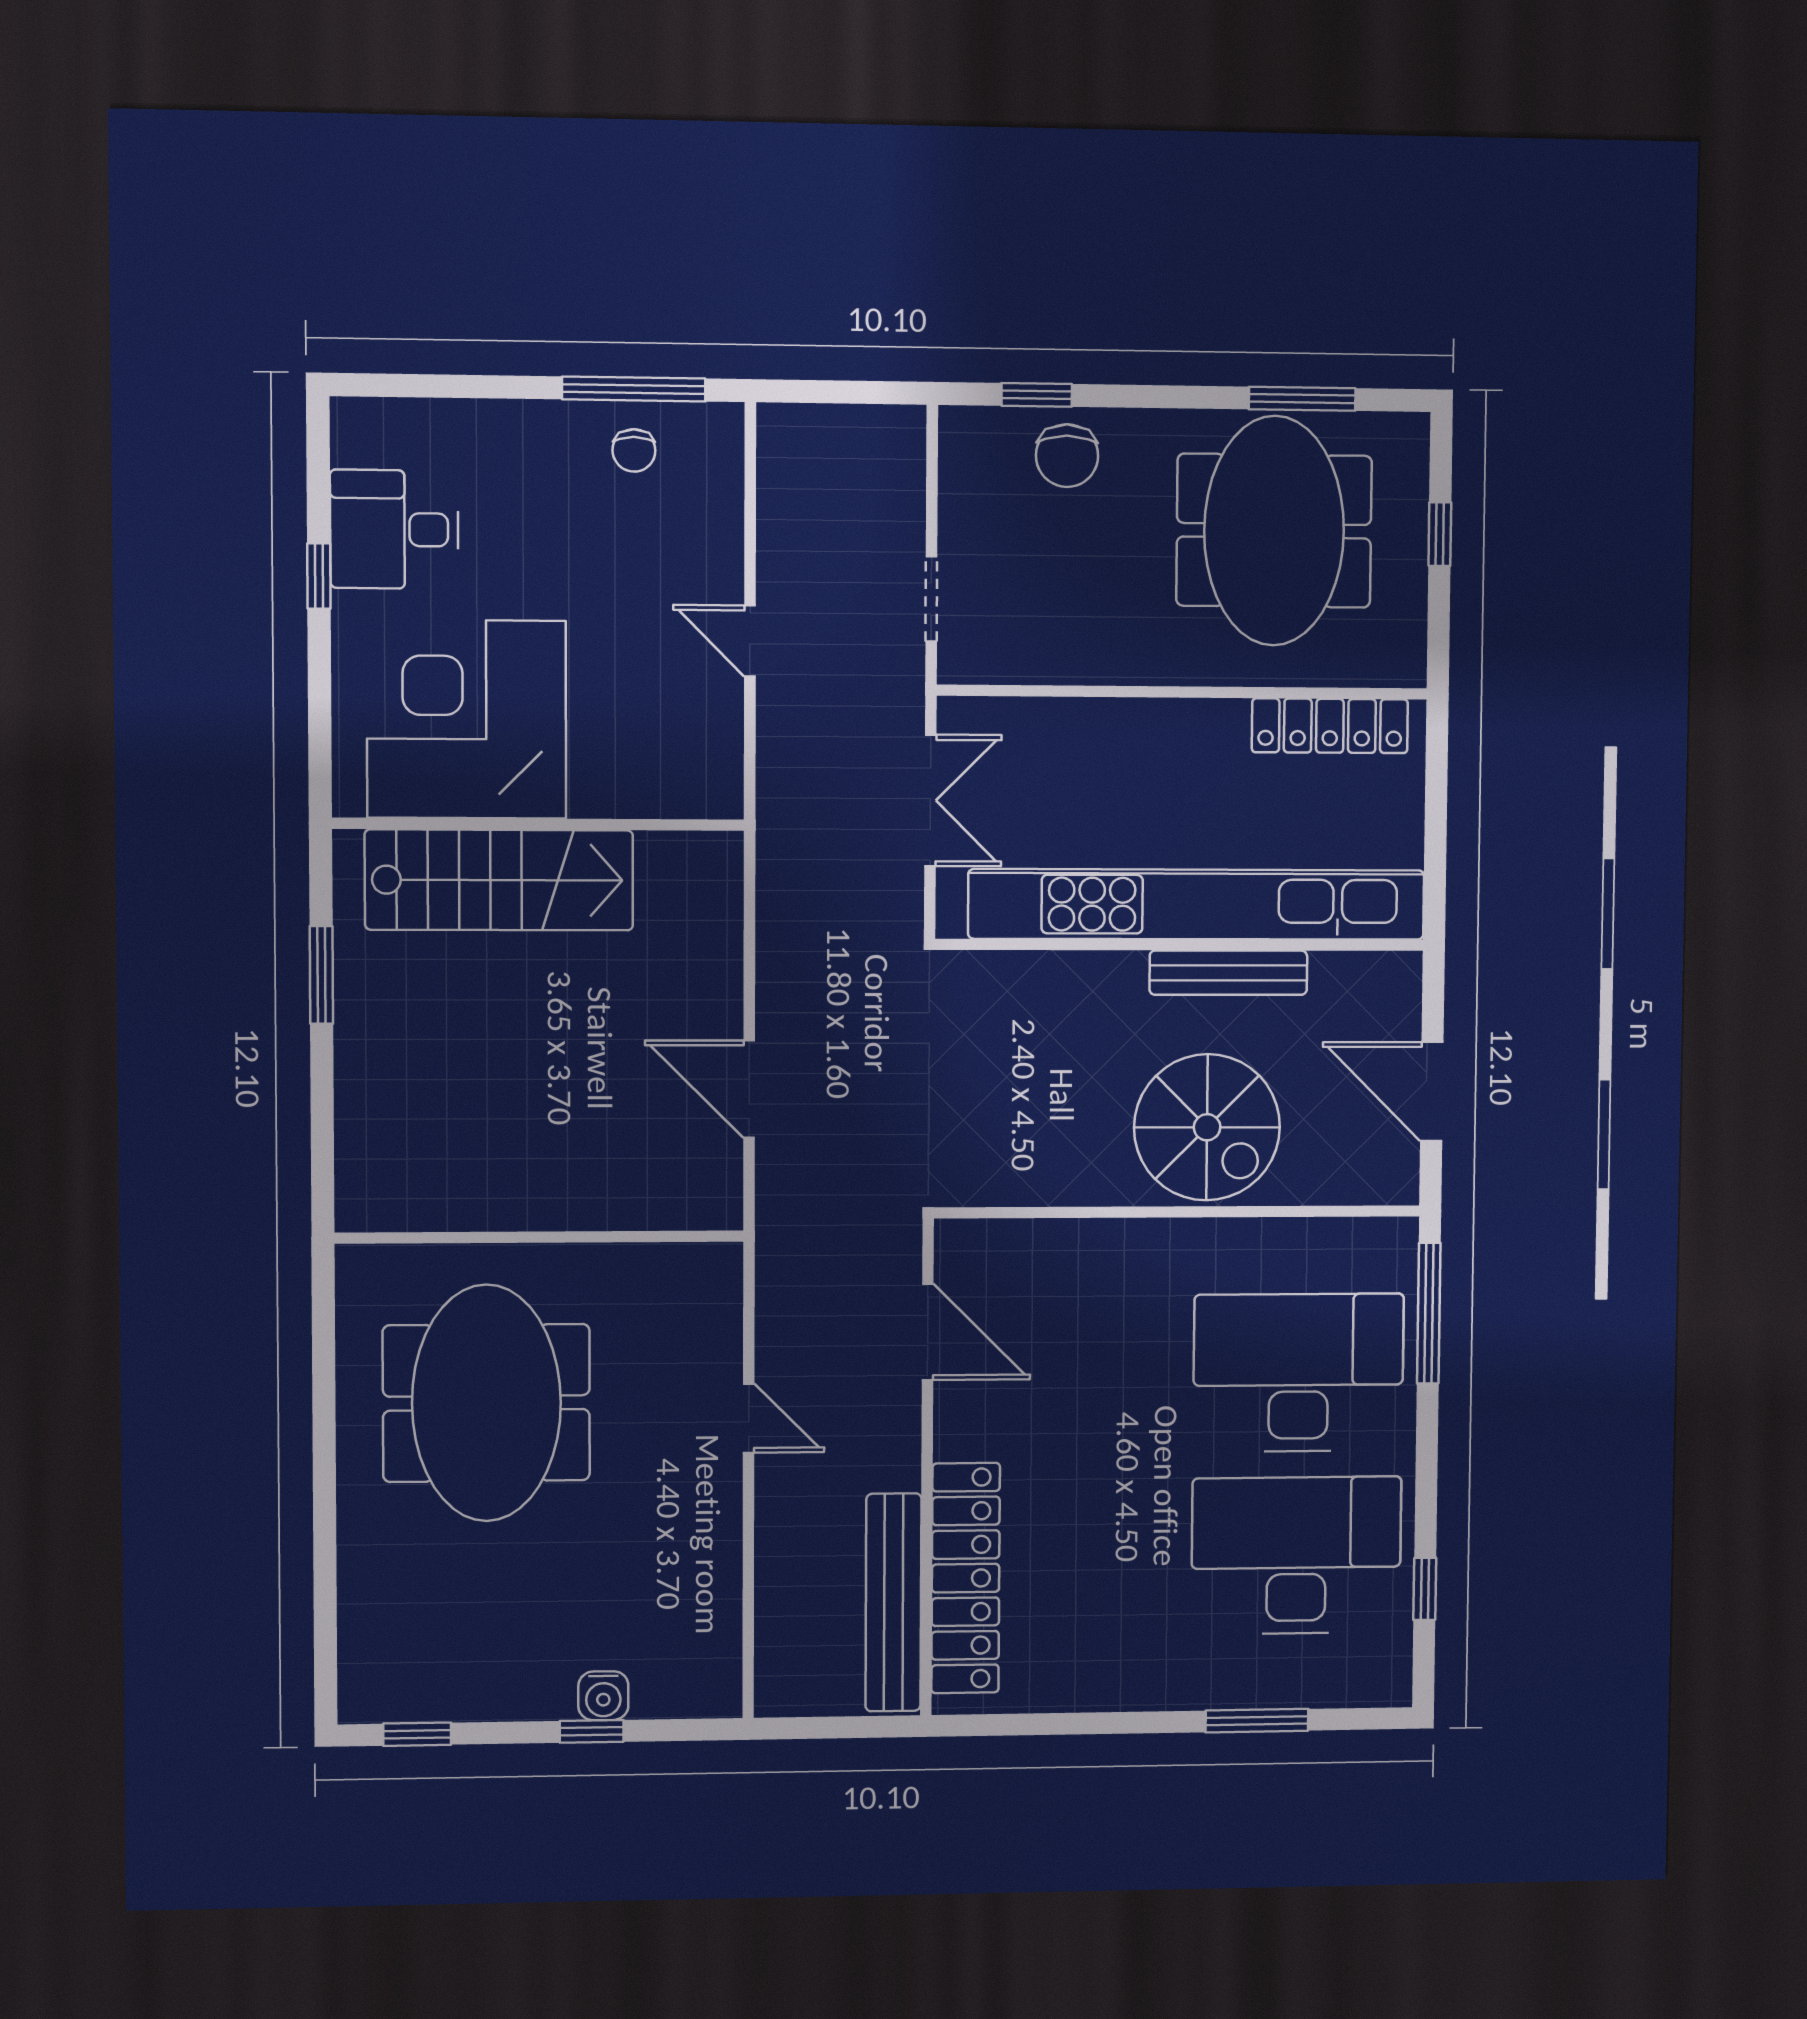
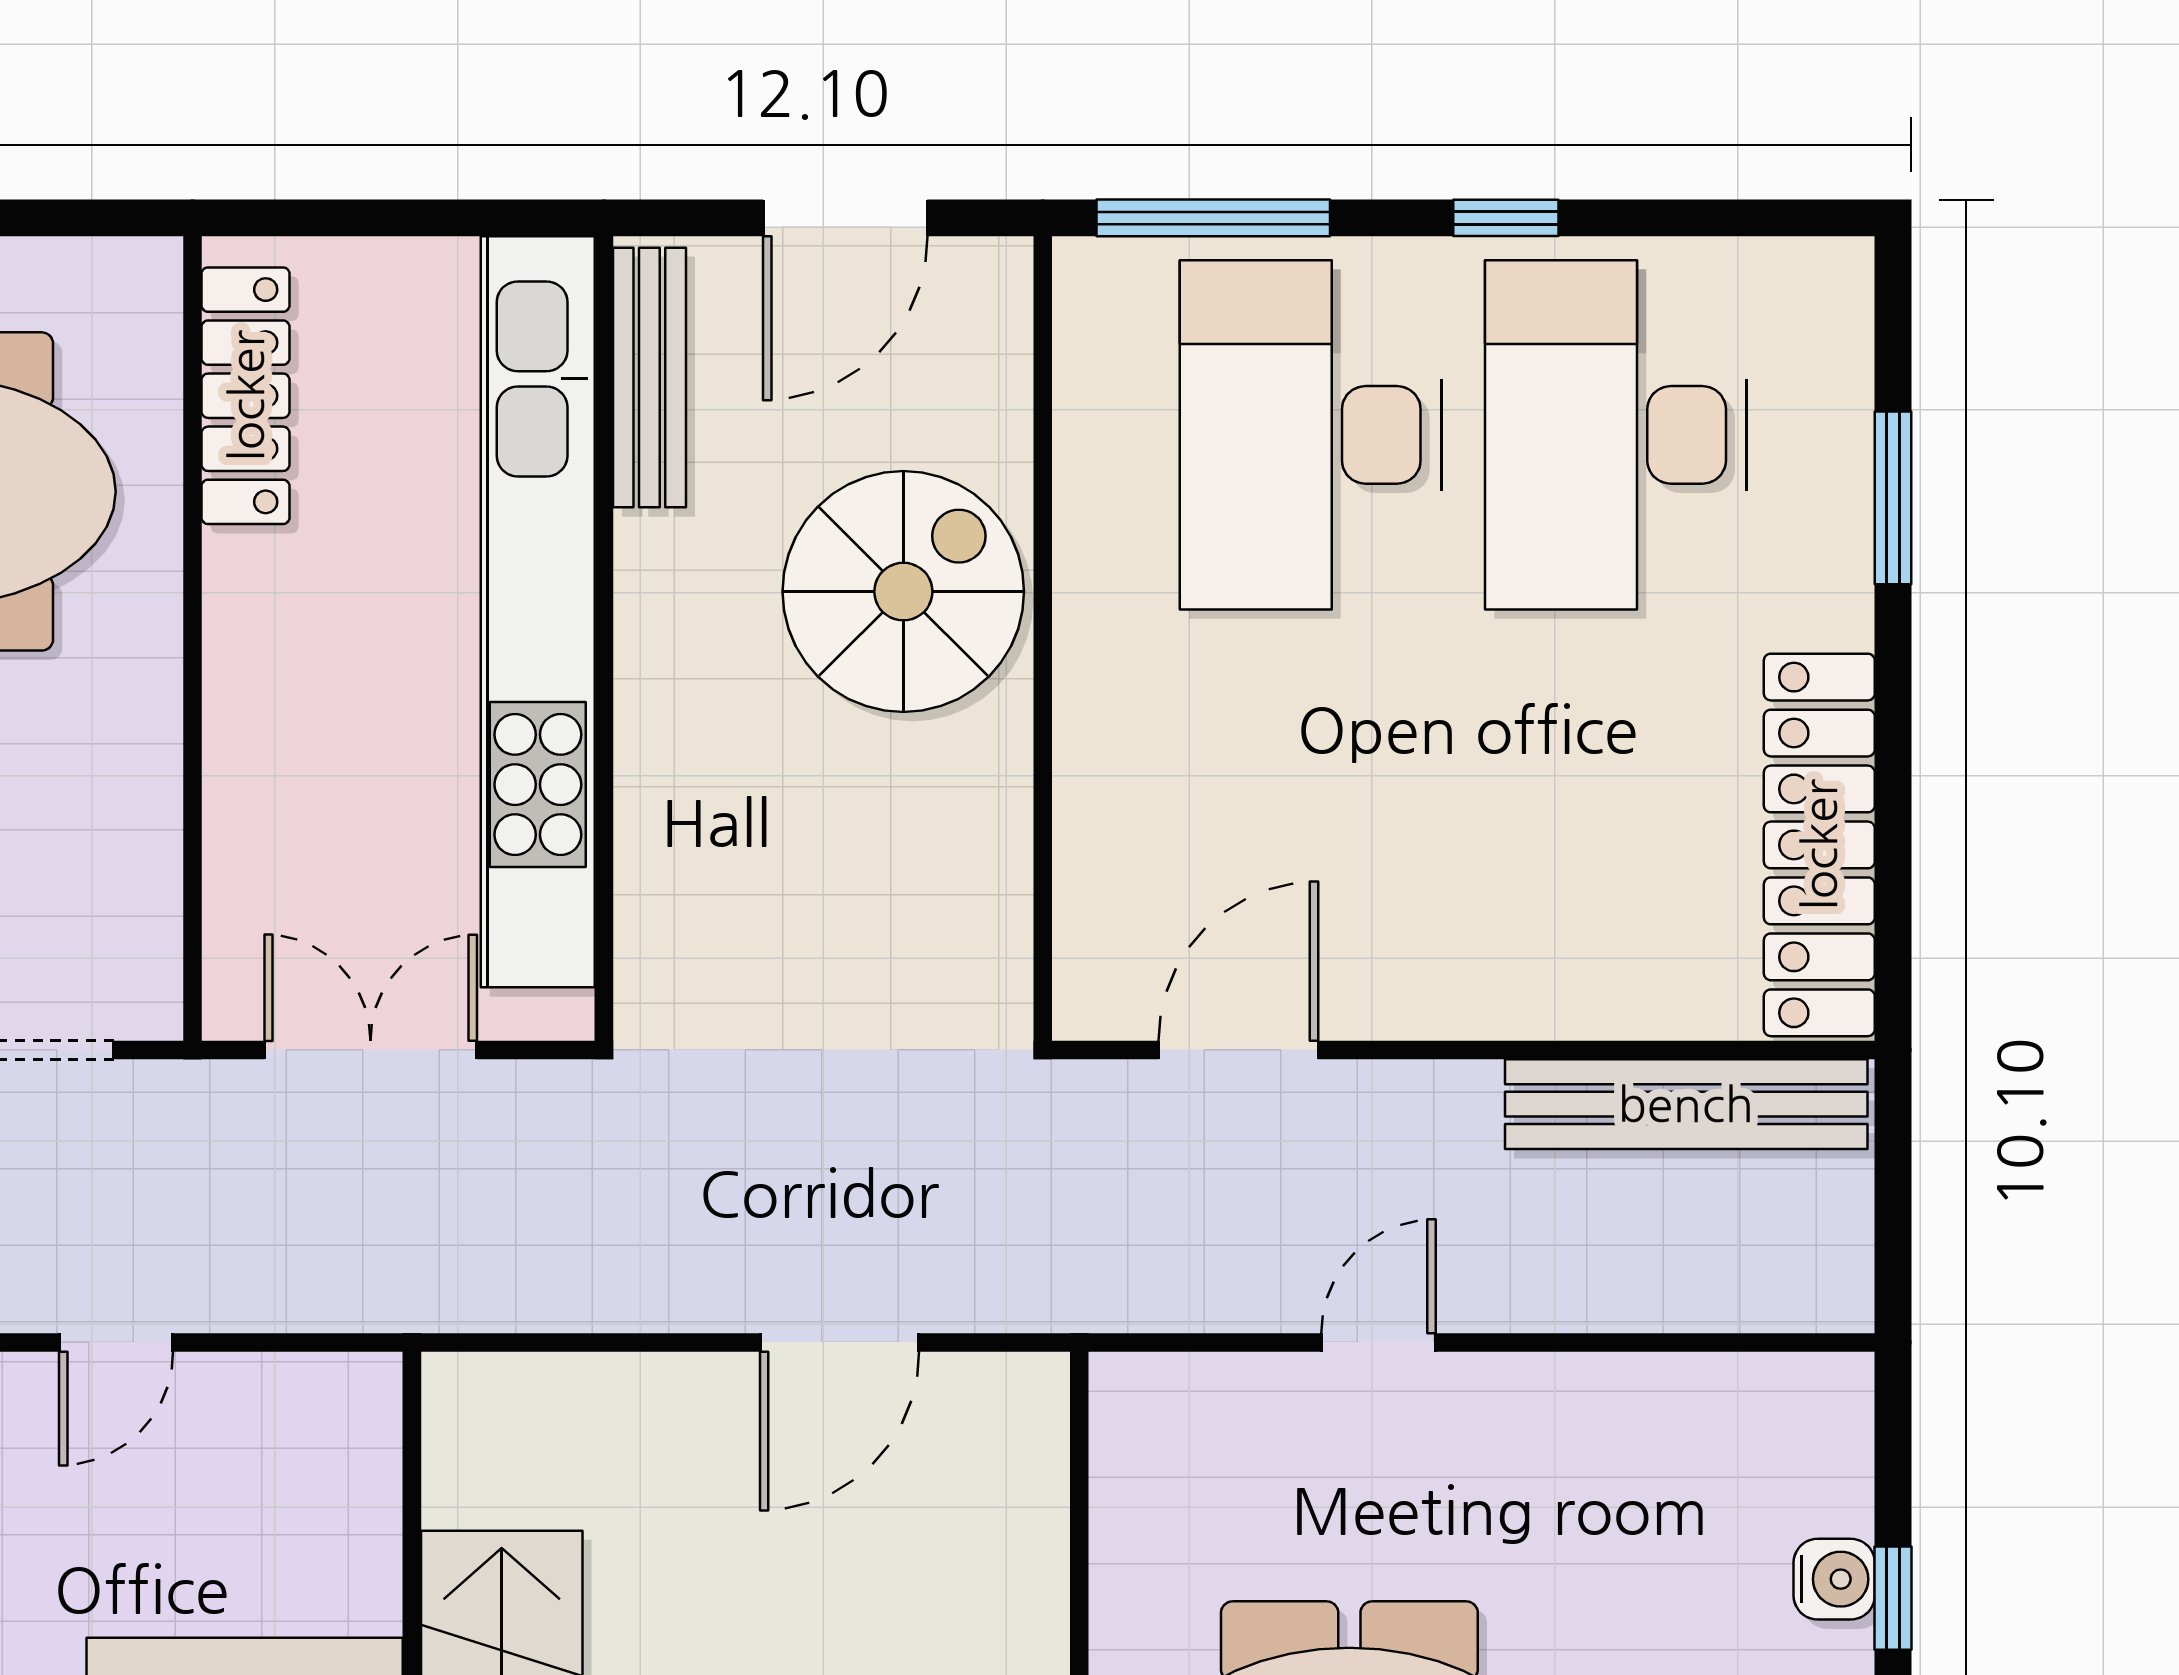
bench: (1228, 973) -> (649, 378), moved
locker: (966, 1578) -> (1819, 845), moved, turned -90
window: (1425, 1589) -> (1506, 218), moved

